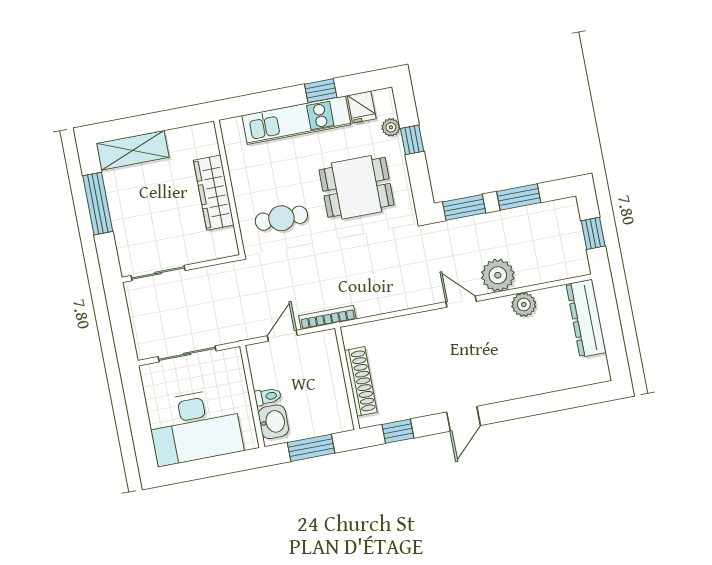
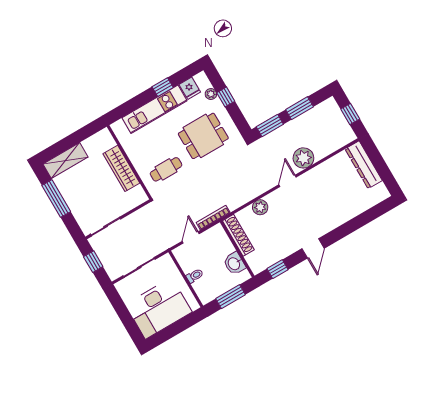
door: (461, 302) -> (288, 181), hinge flipped
plant: (524, 305) -> (260, 207), moved
window: (120, 320) -> (93, 262), added
shoe rack: (361, 381) -> (238, 235), moved
washbasin: (273, 422) -> (234, 263), moved, turned 180

